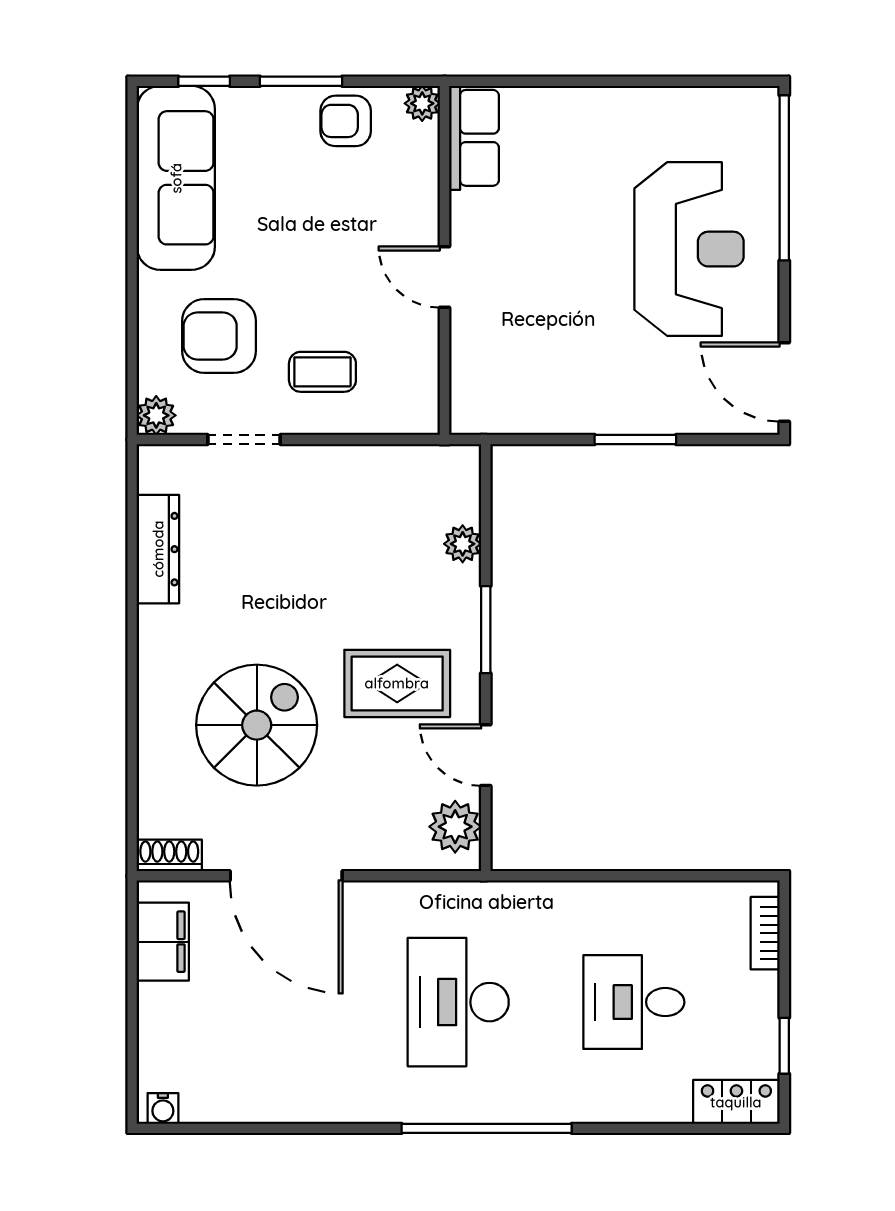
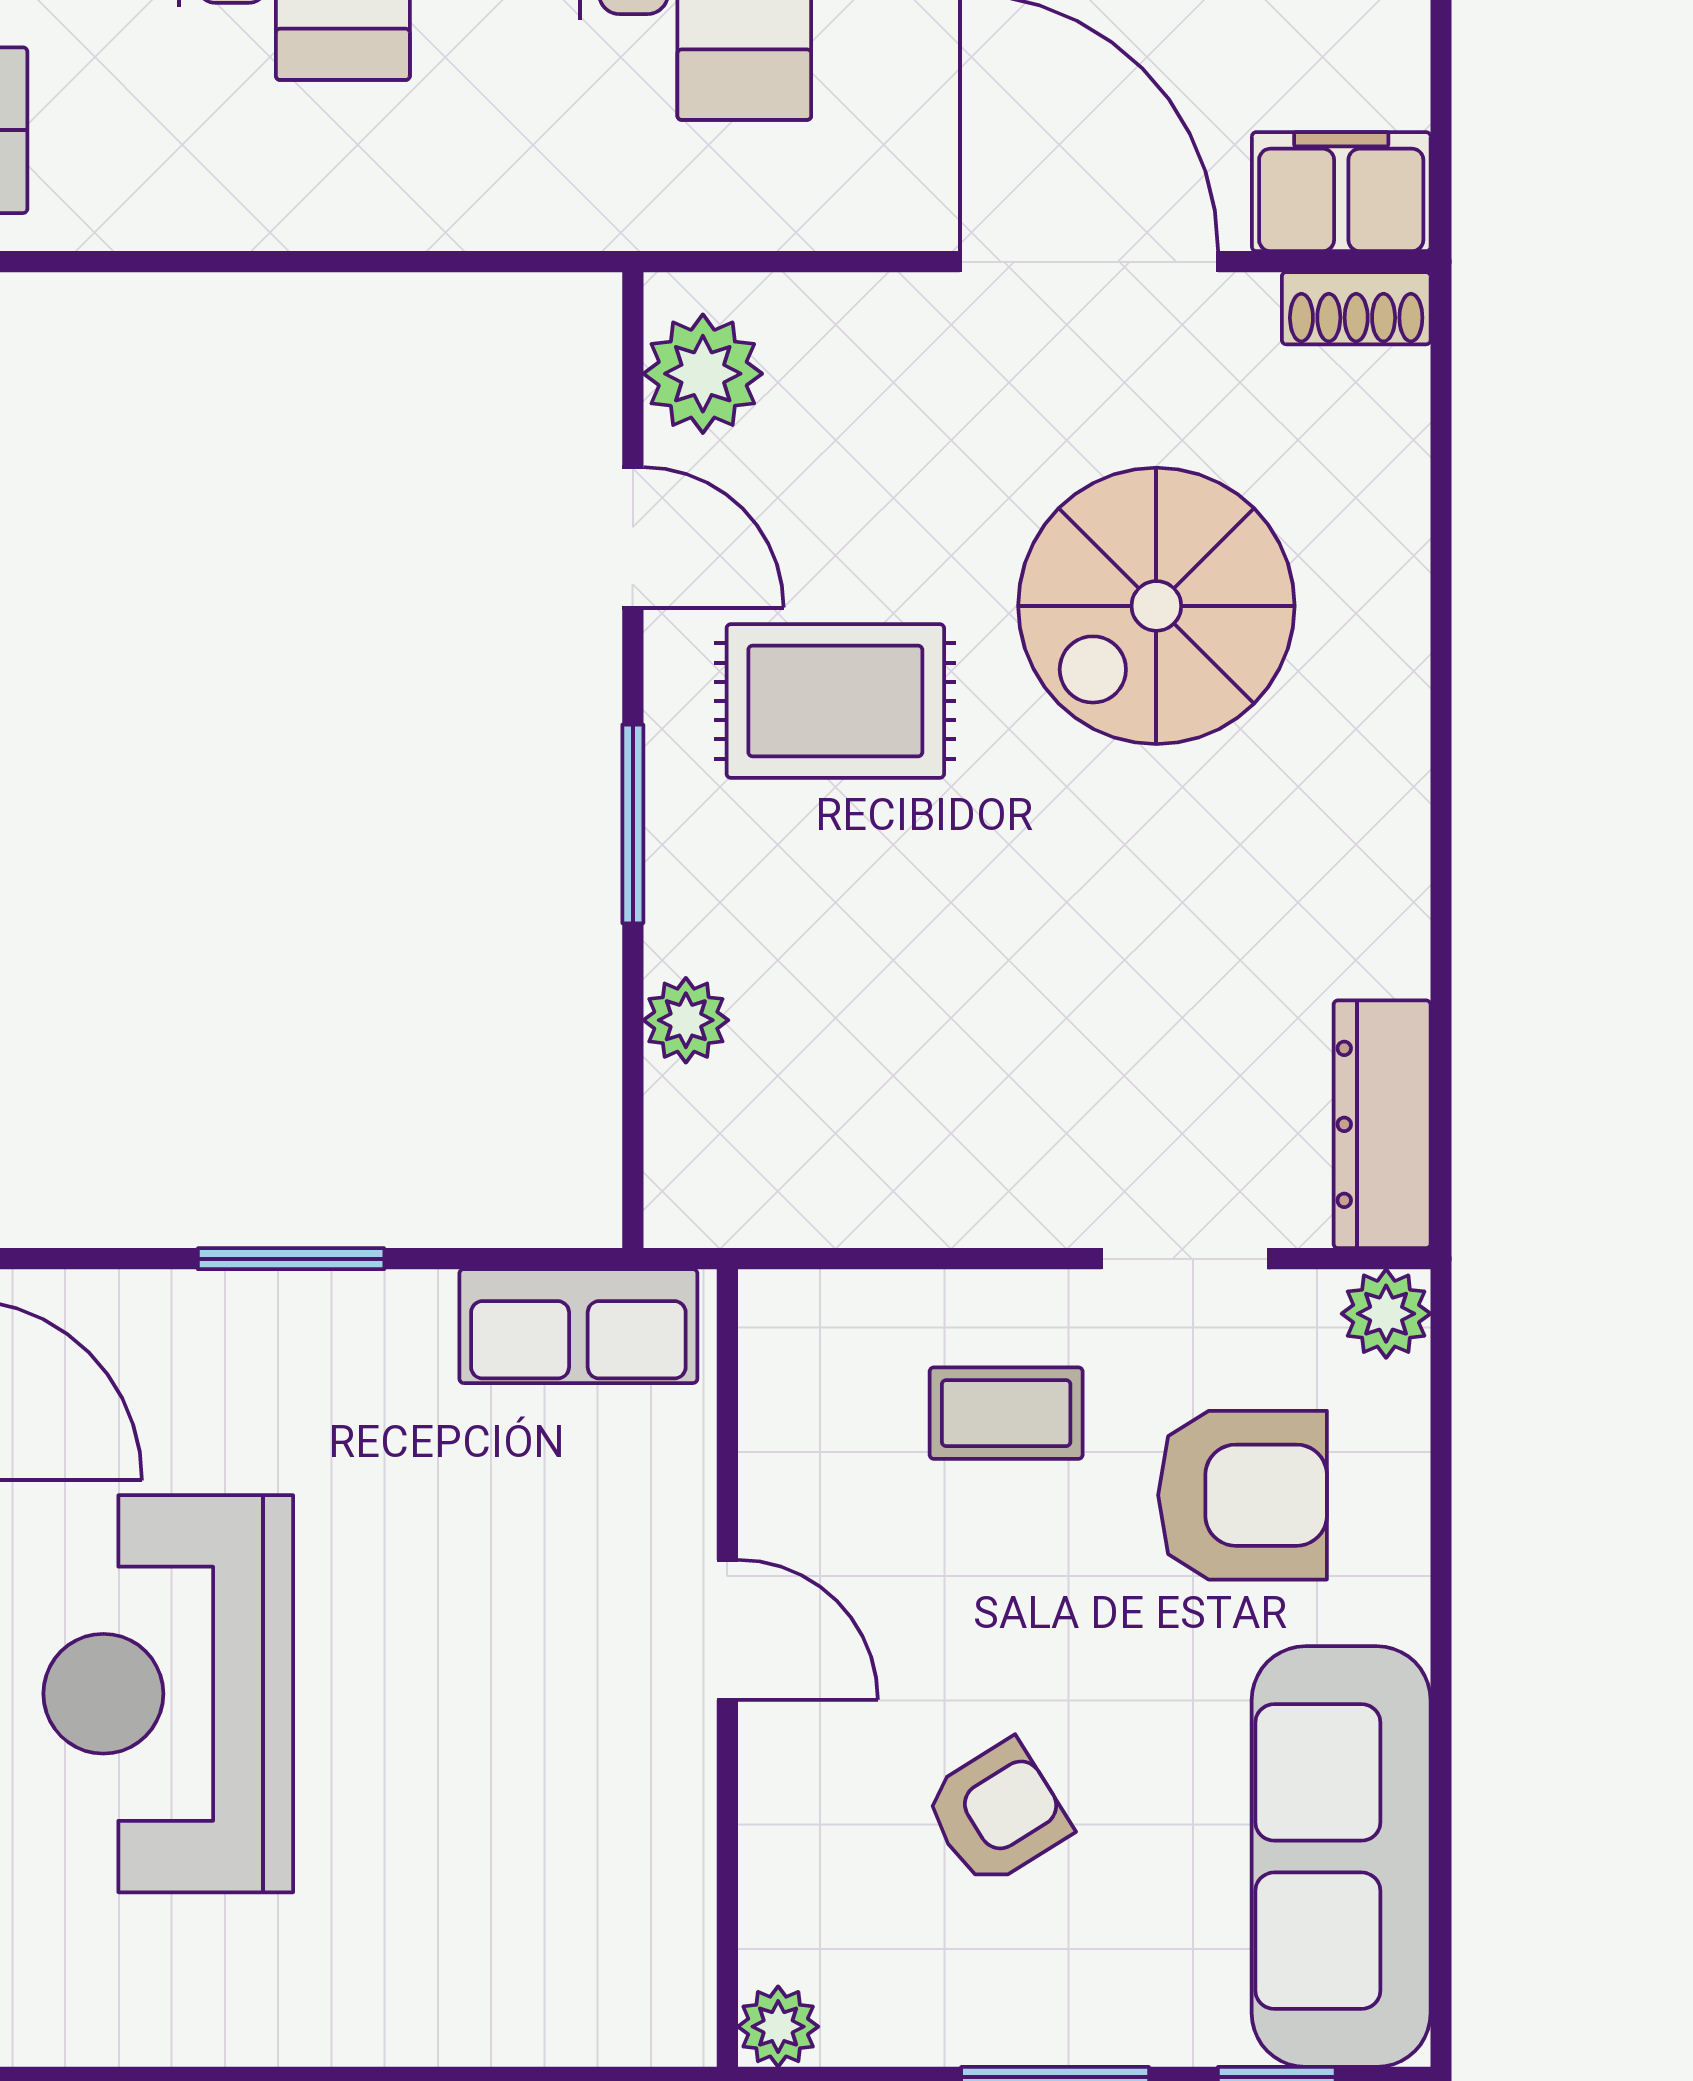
armchair: (346, 121) -> (997, 1813), moved, turned -32
row of seats: (474, 138) -> (578, 1326), moved, turned -90
dresser: (158, 549) -> (1382, 1124), moved
filing cabinet: (163, 942) -> (1341, 192), moved, turned 90

